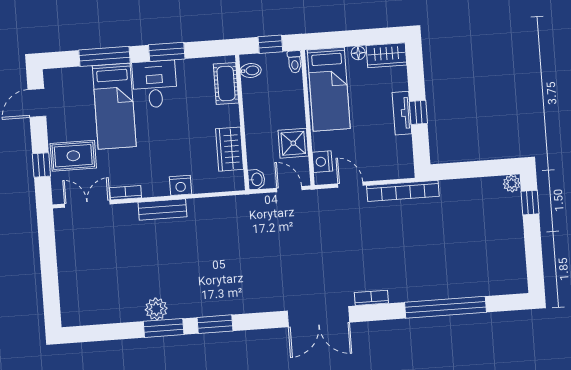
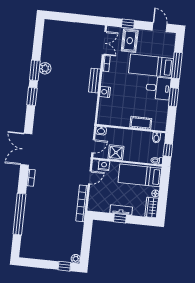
cot: (226, 84) -> (141, 123), moved
wardrobe: (230, 149) -> (119, 120), removed

